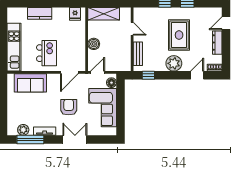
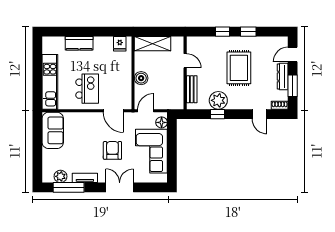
window: (226, 51) -> (293, 86), added
plant: (174, 63) -> (218, 100), moved
door: (69, 72) -> (113, 111), hinge flipped
window: (148, 75) -> (217, 114), moved
door: (197, 75) -> (259, 114), swing flipped
sofa: (30, 83) -> (53, 130), moved, turned -90

